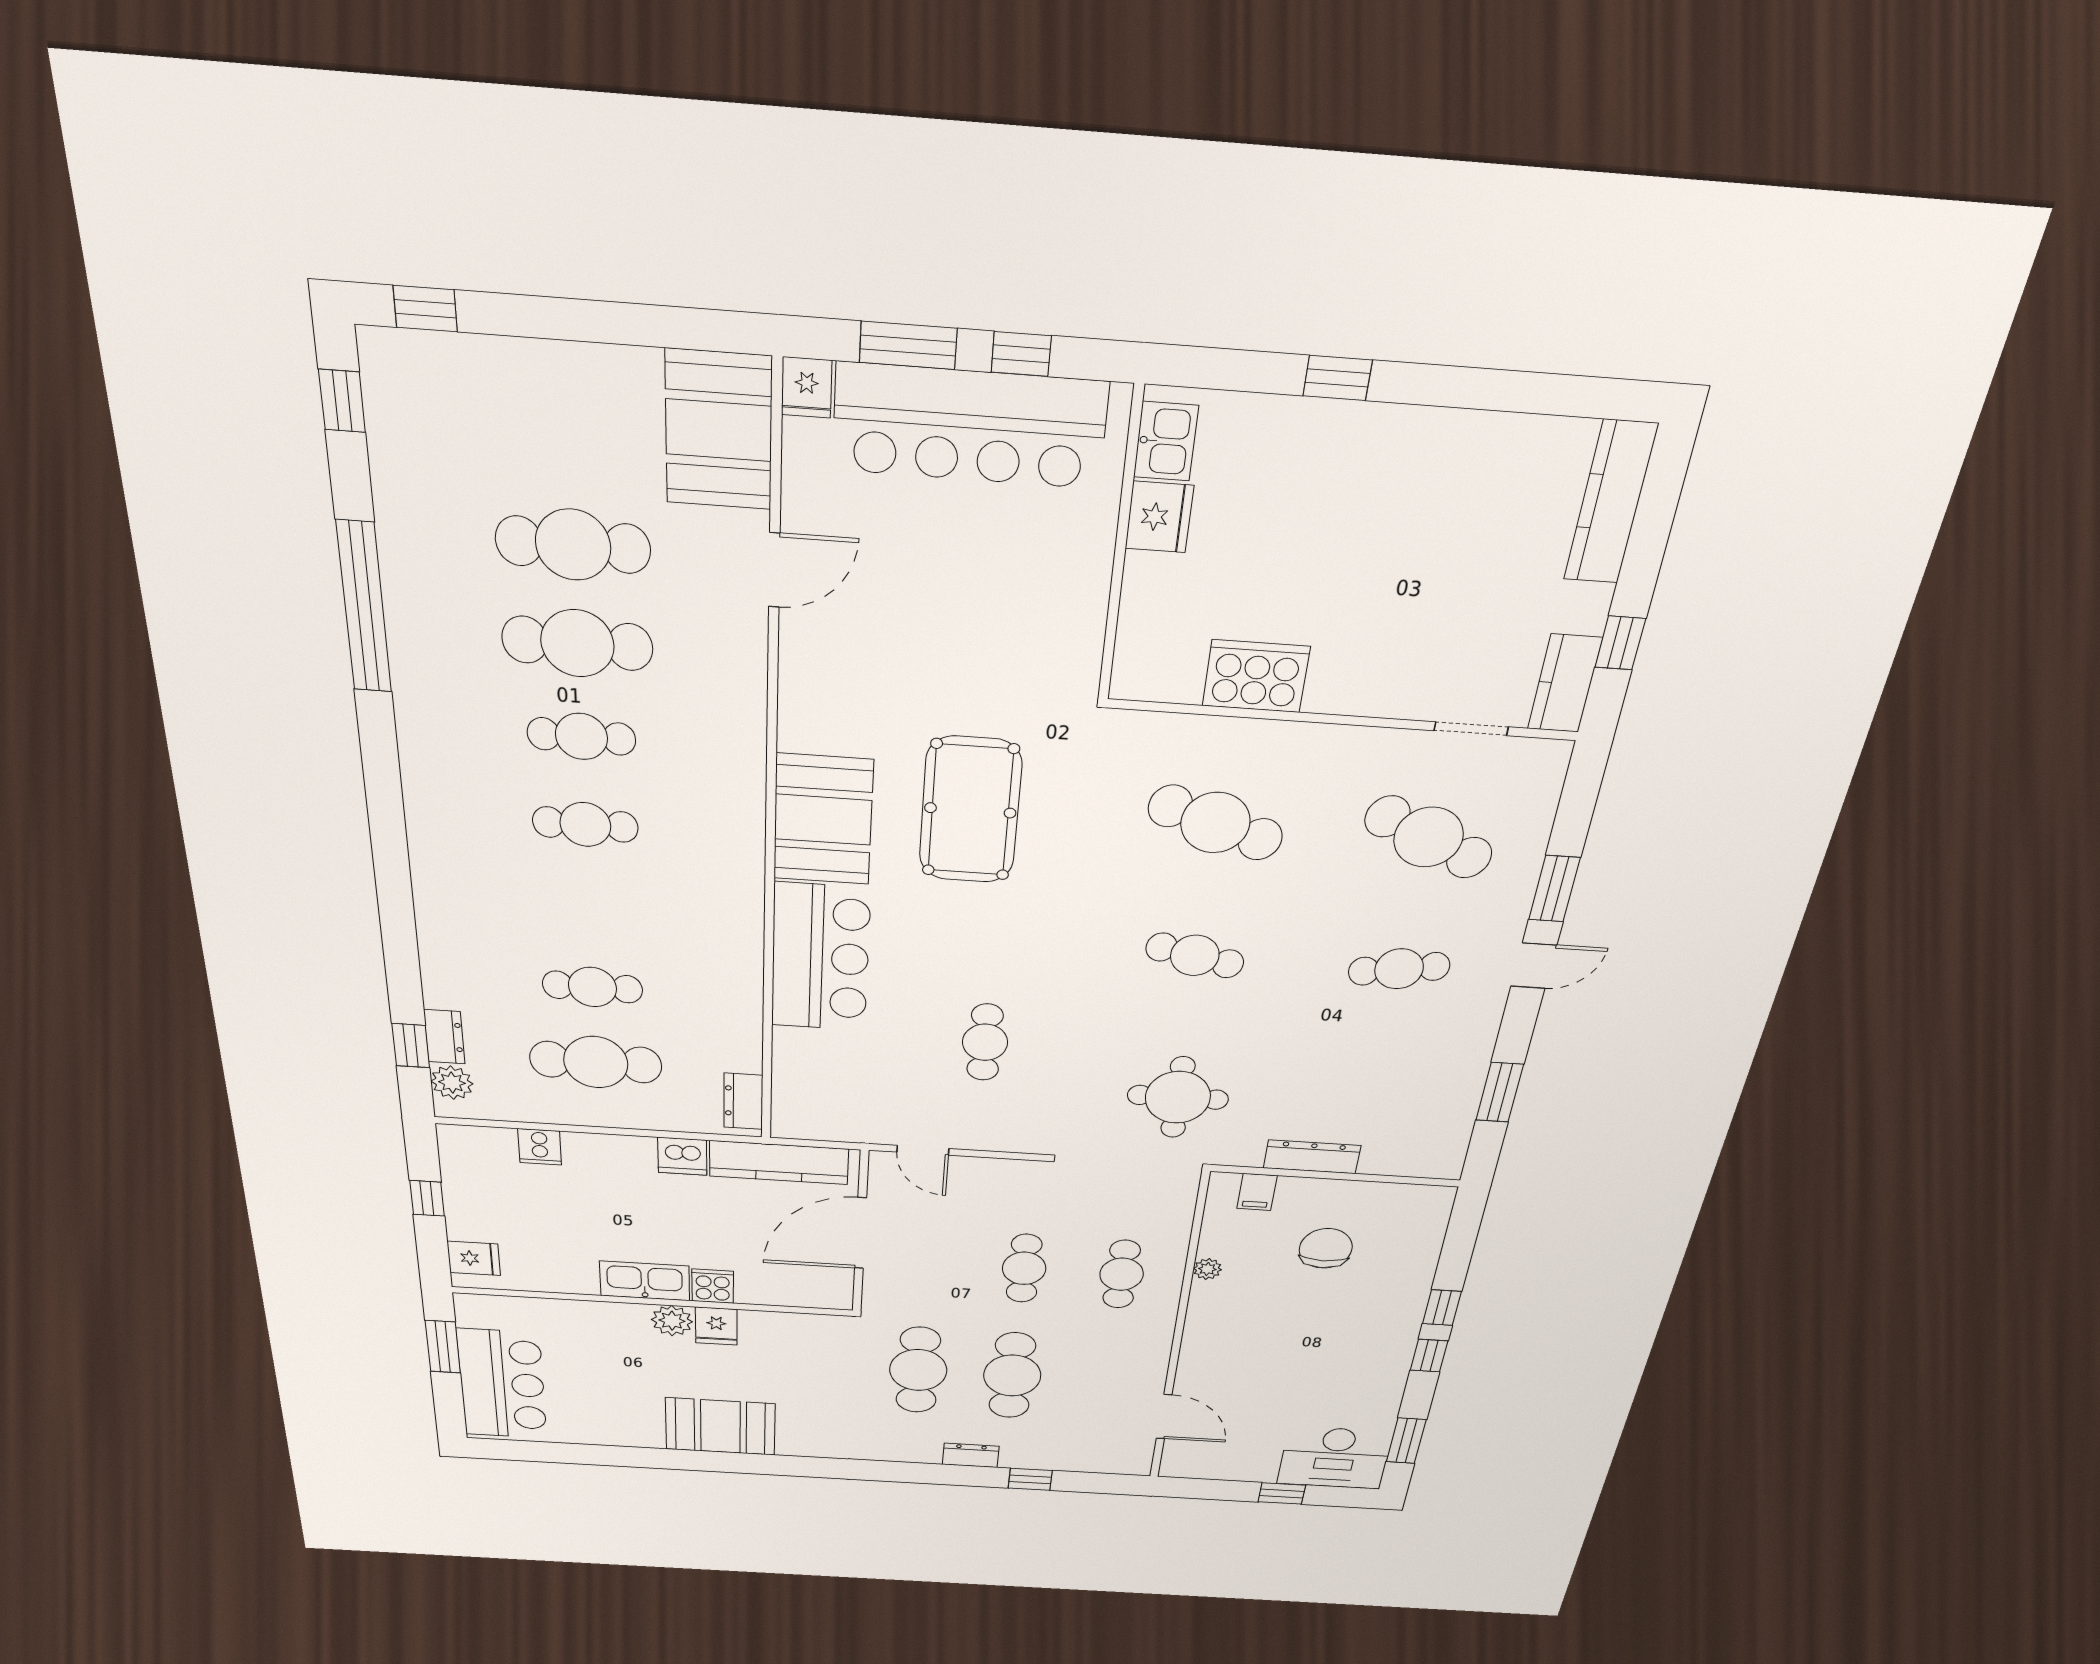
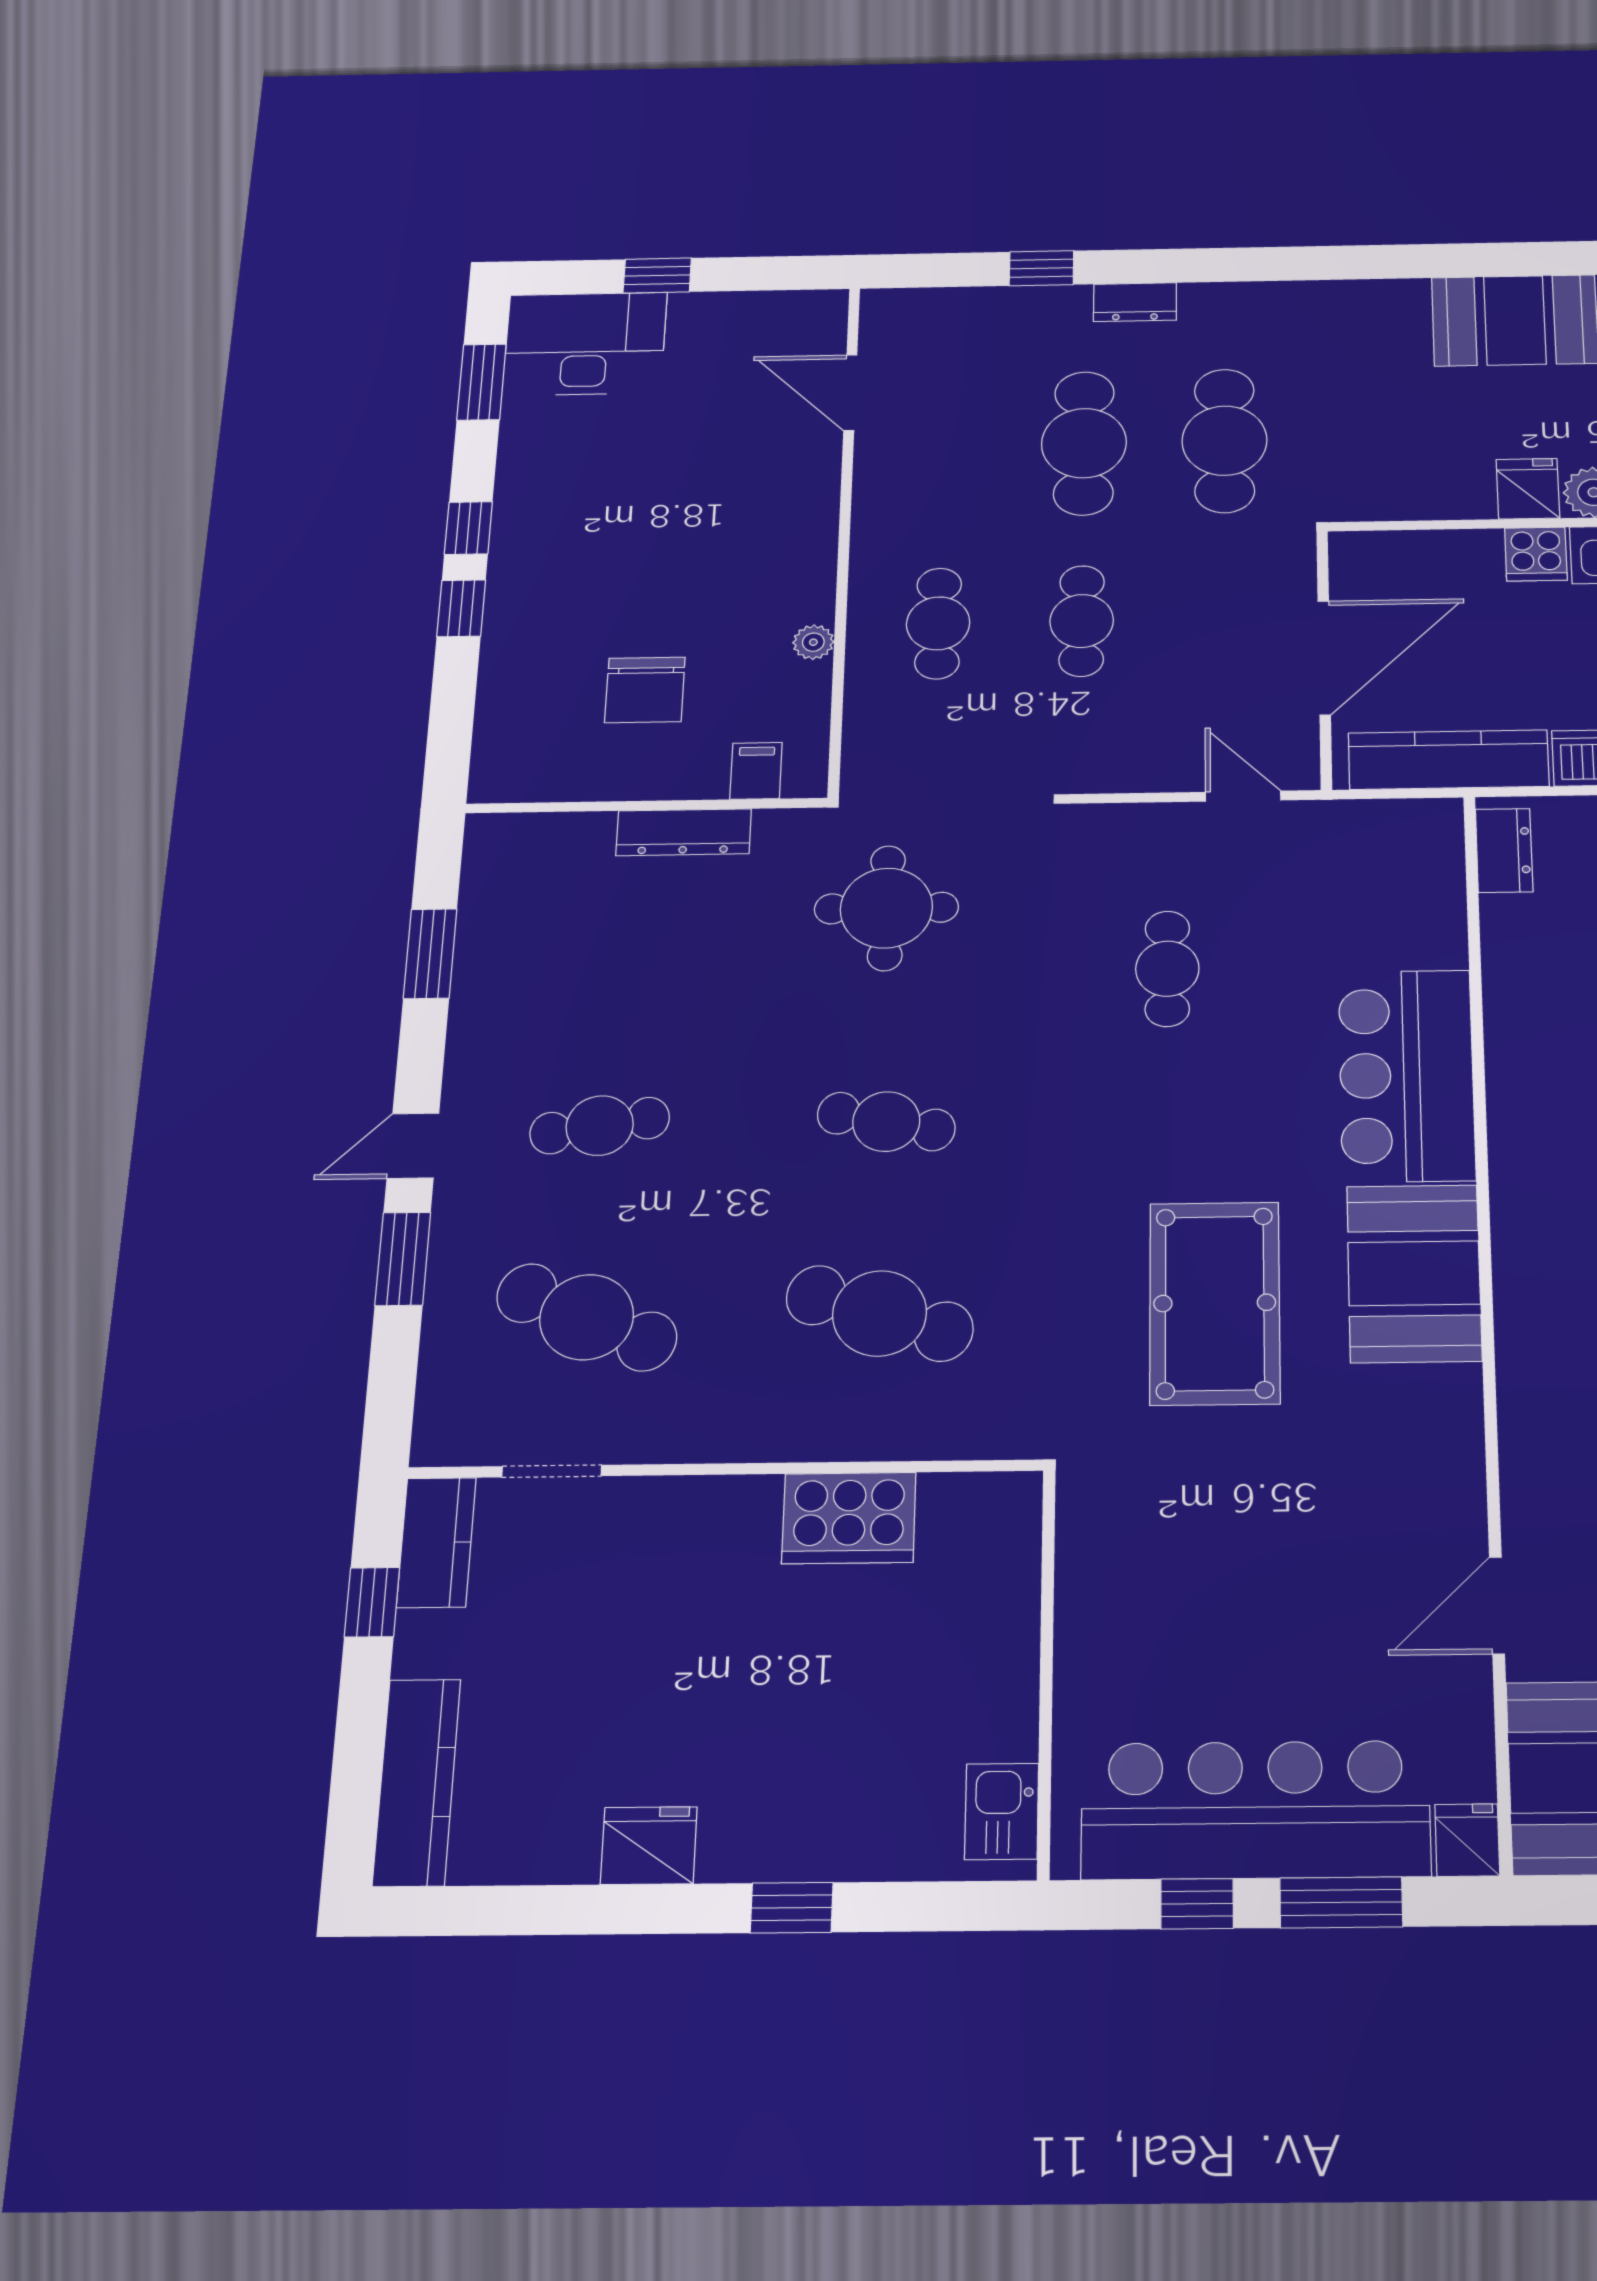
fridge: (1159, 517) -> (649, 1846), moved, turned 90

